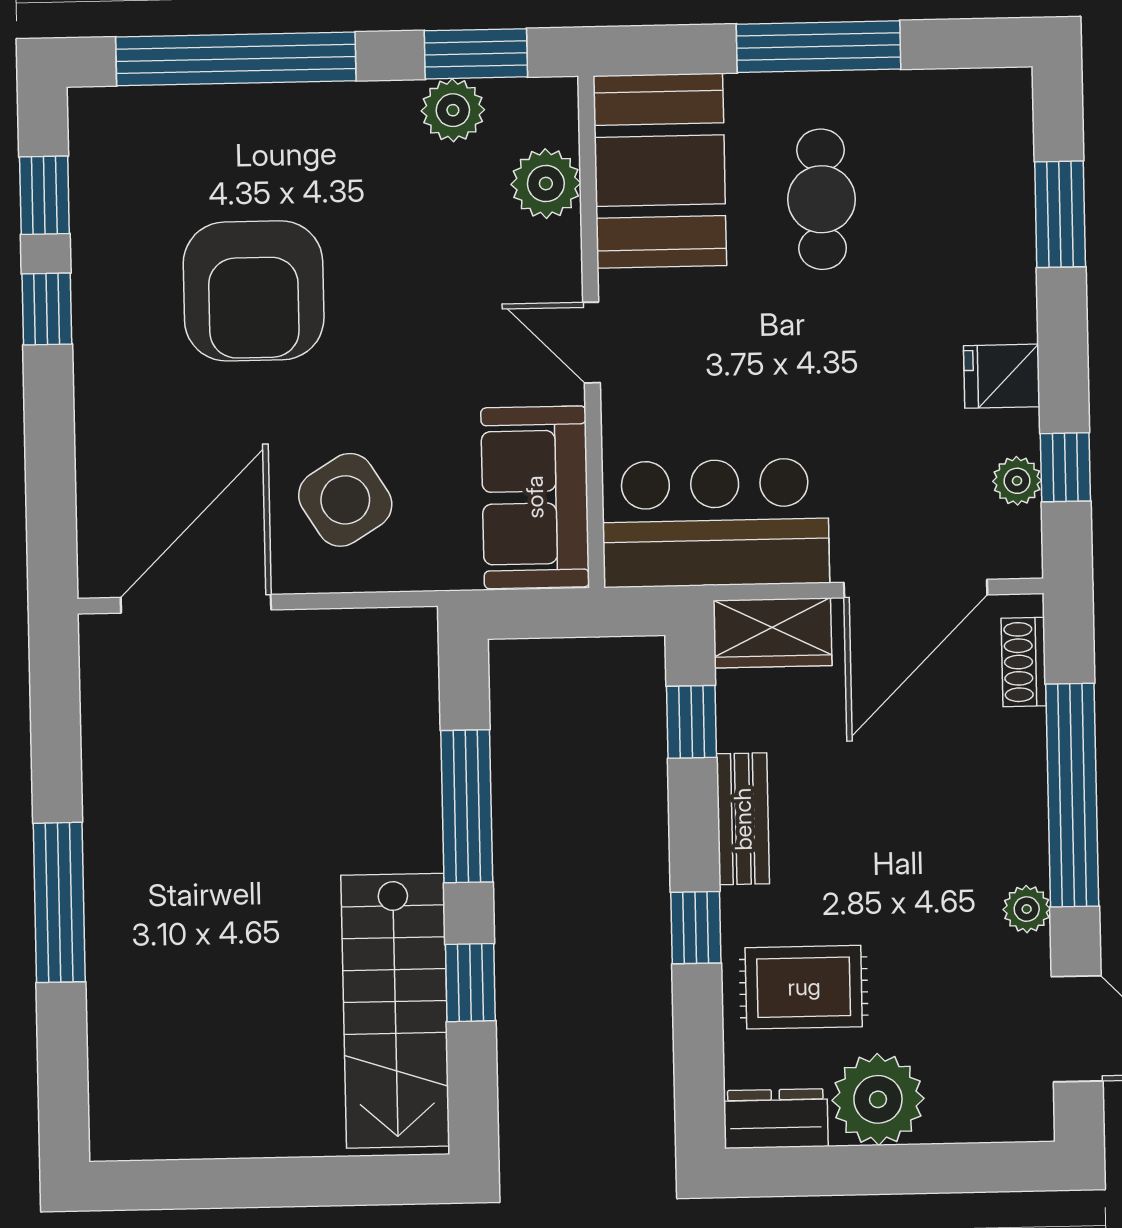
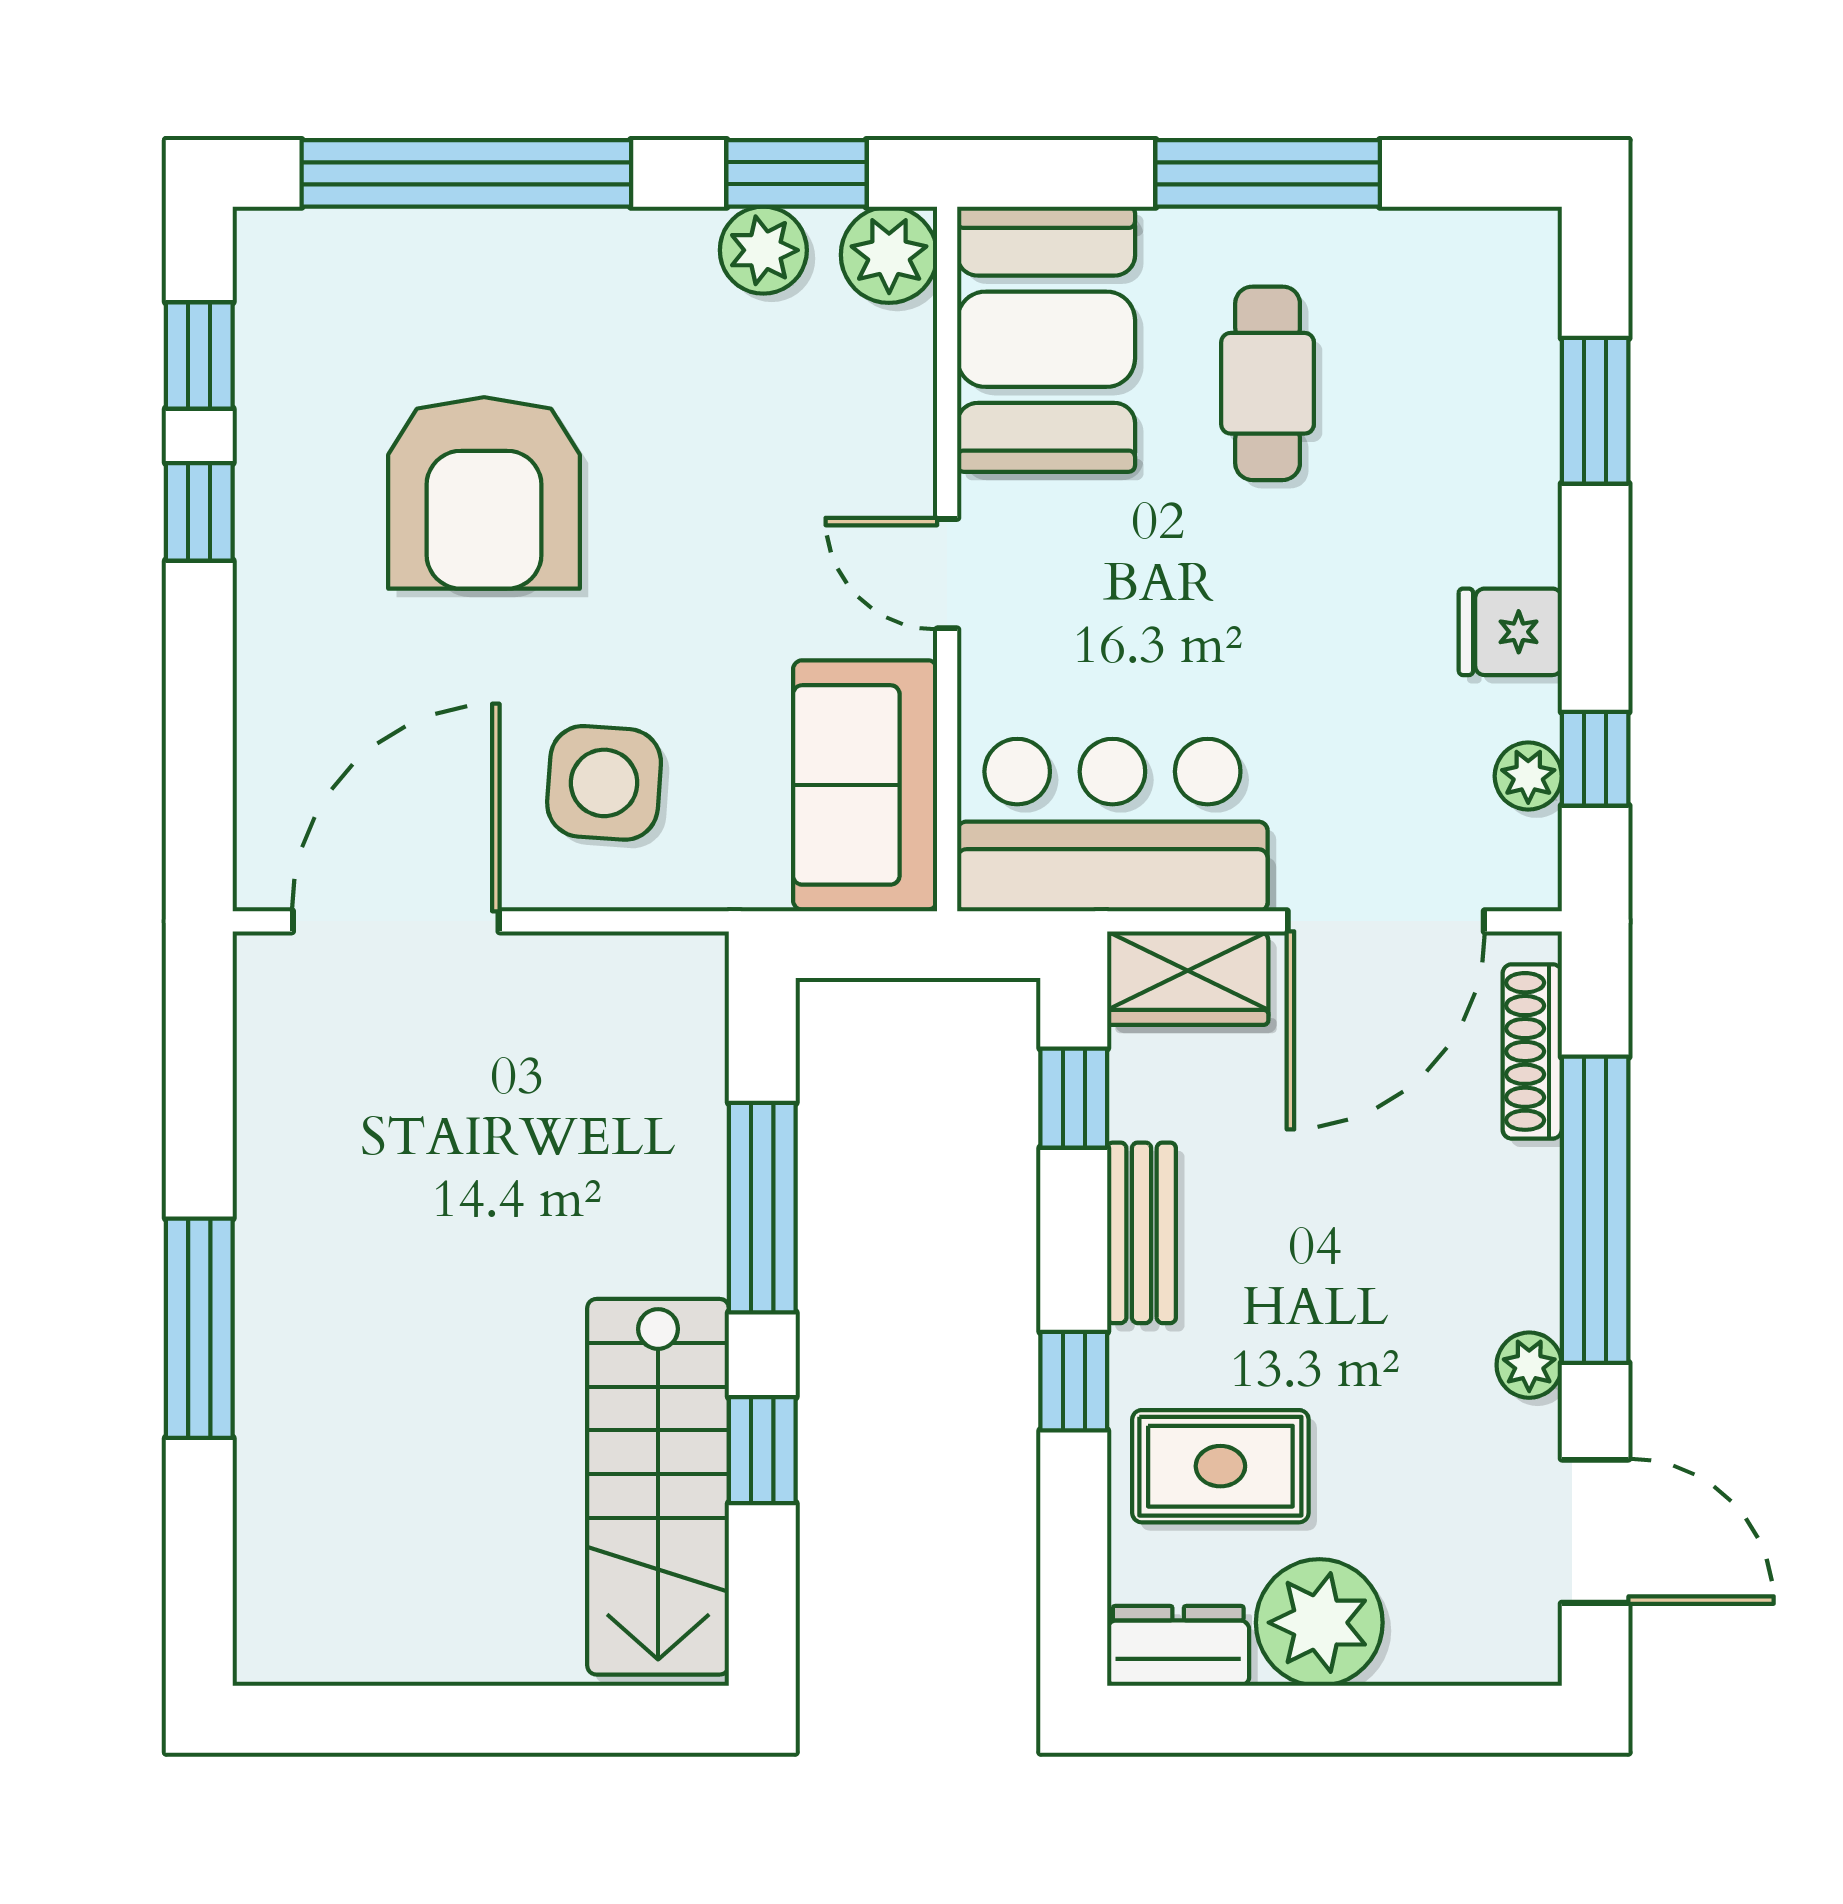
plant: (546, 184) -> (889, 255), moved
side table: (345, 500) -> (604, 783), turned 36
shoe rack: (1024, 662) -> (1532, 1051), width x1.43

